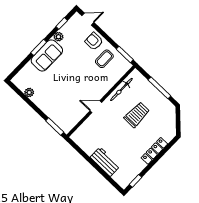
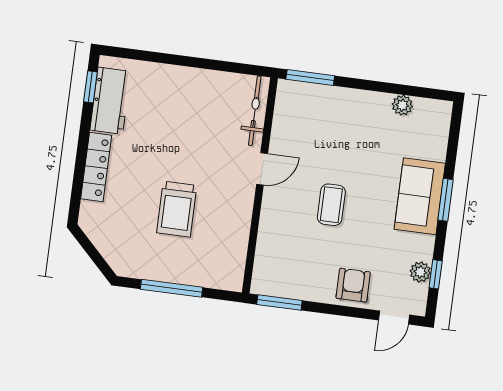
plant: (58, 37) -> (420, 272), moved
armchair: (94, 41) -> (353, 285), turned -90
coffee table: (104, 59) -> (331, 205), moved
bicycle: (121, 89) -> (255, 111), moved
workbench: (105, 162) -> (110, 101), moved, turned -90

